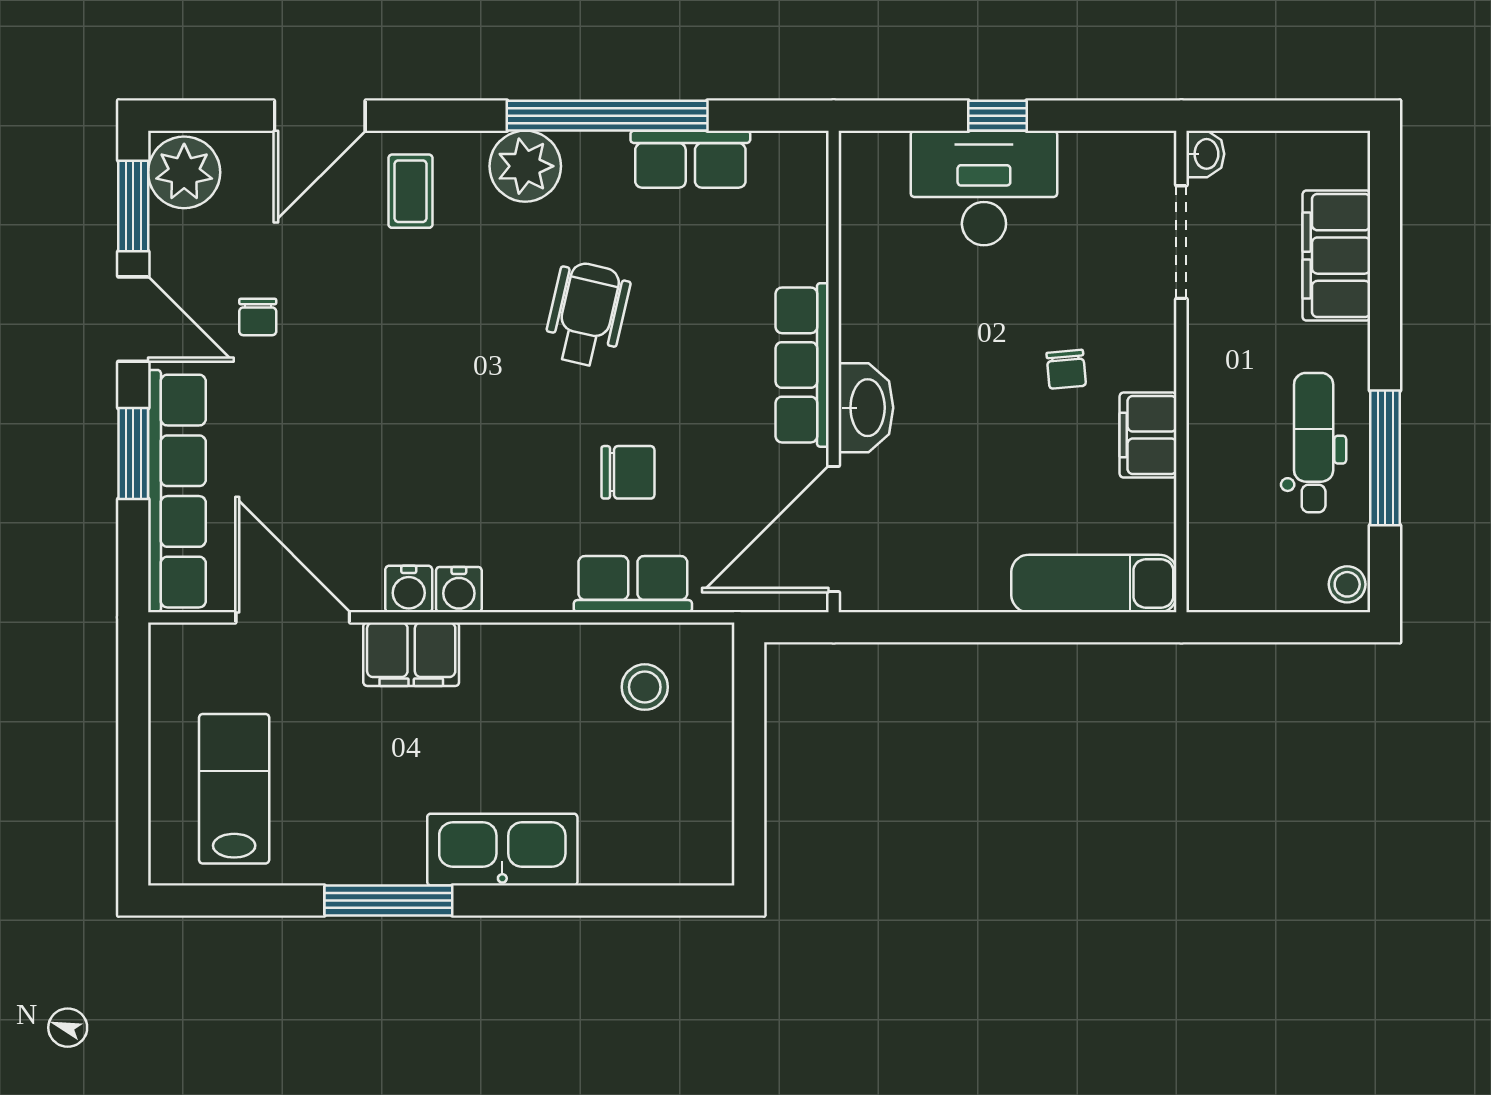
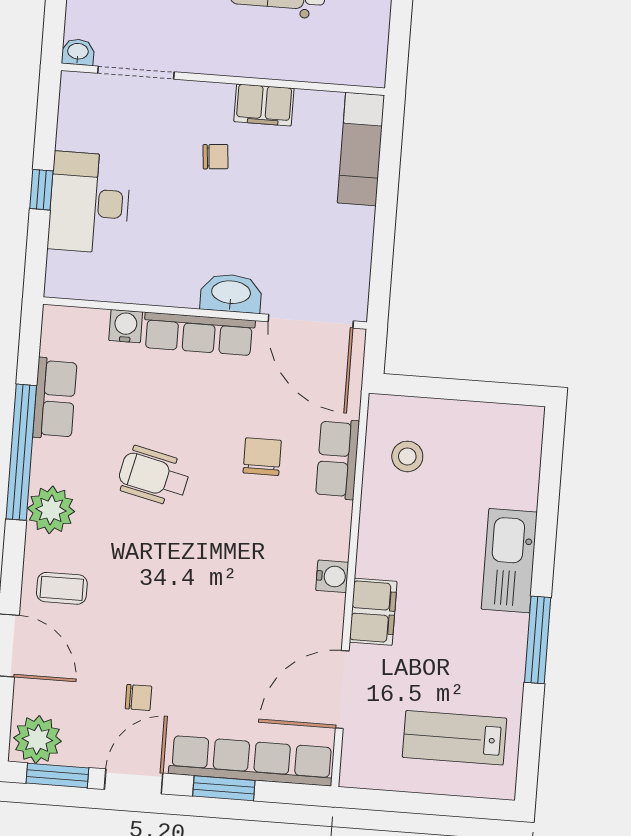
water cooler: (409, 589) -> (126, 326), moved, turned -90

